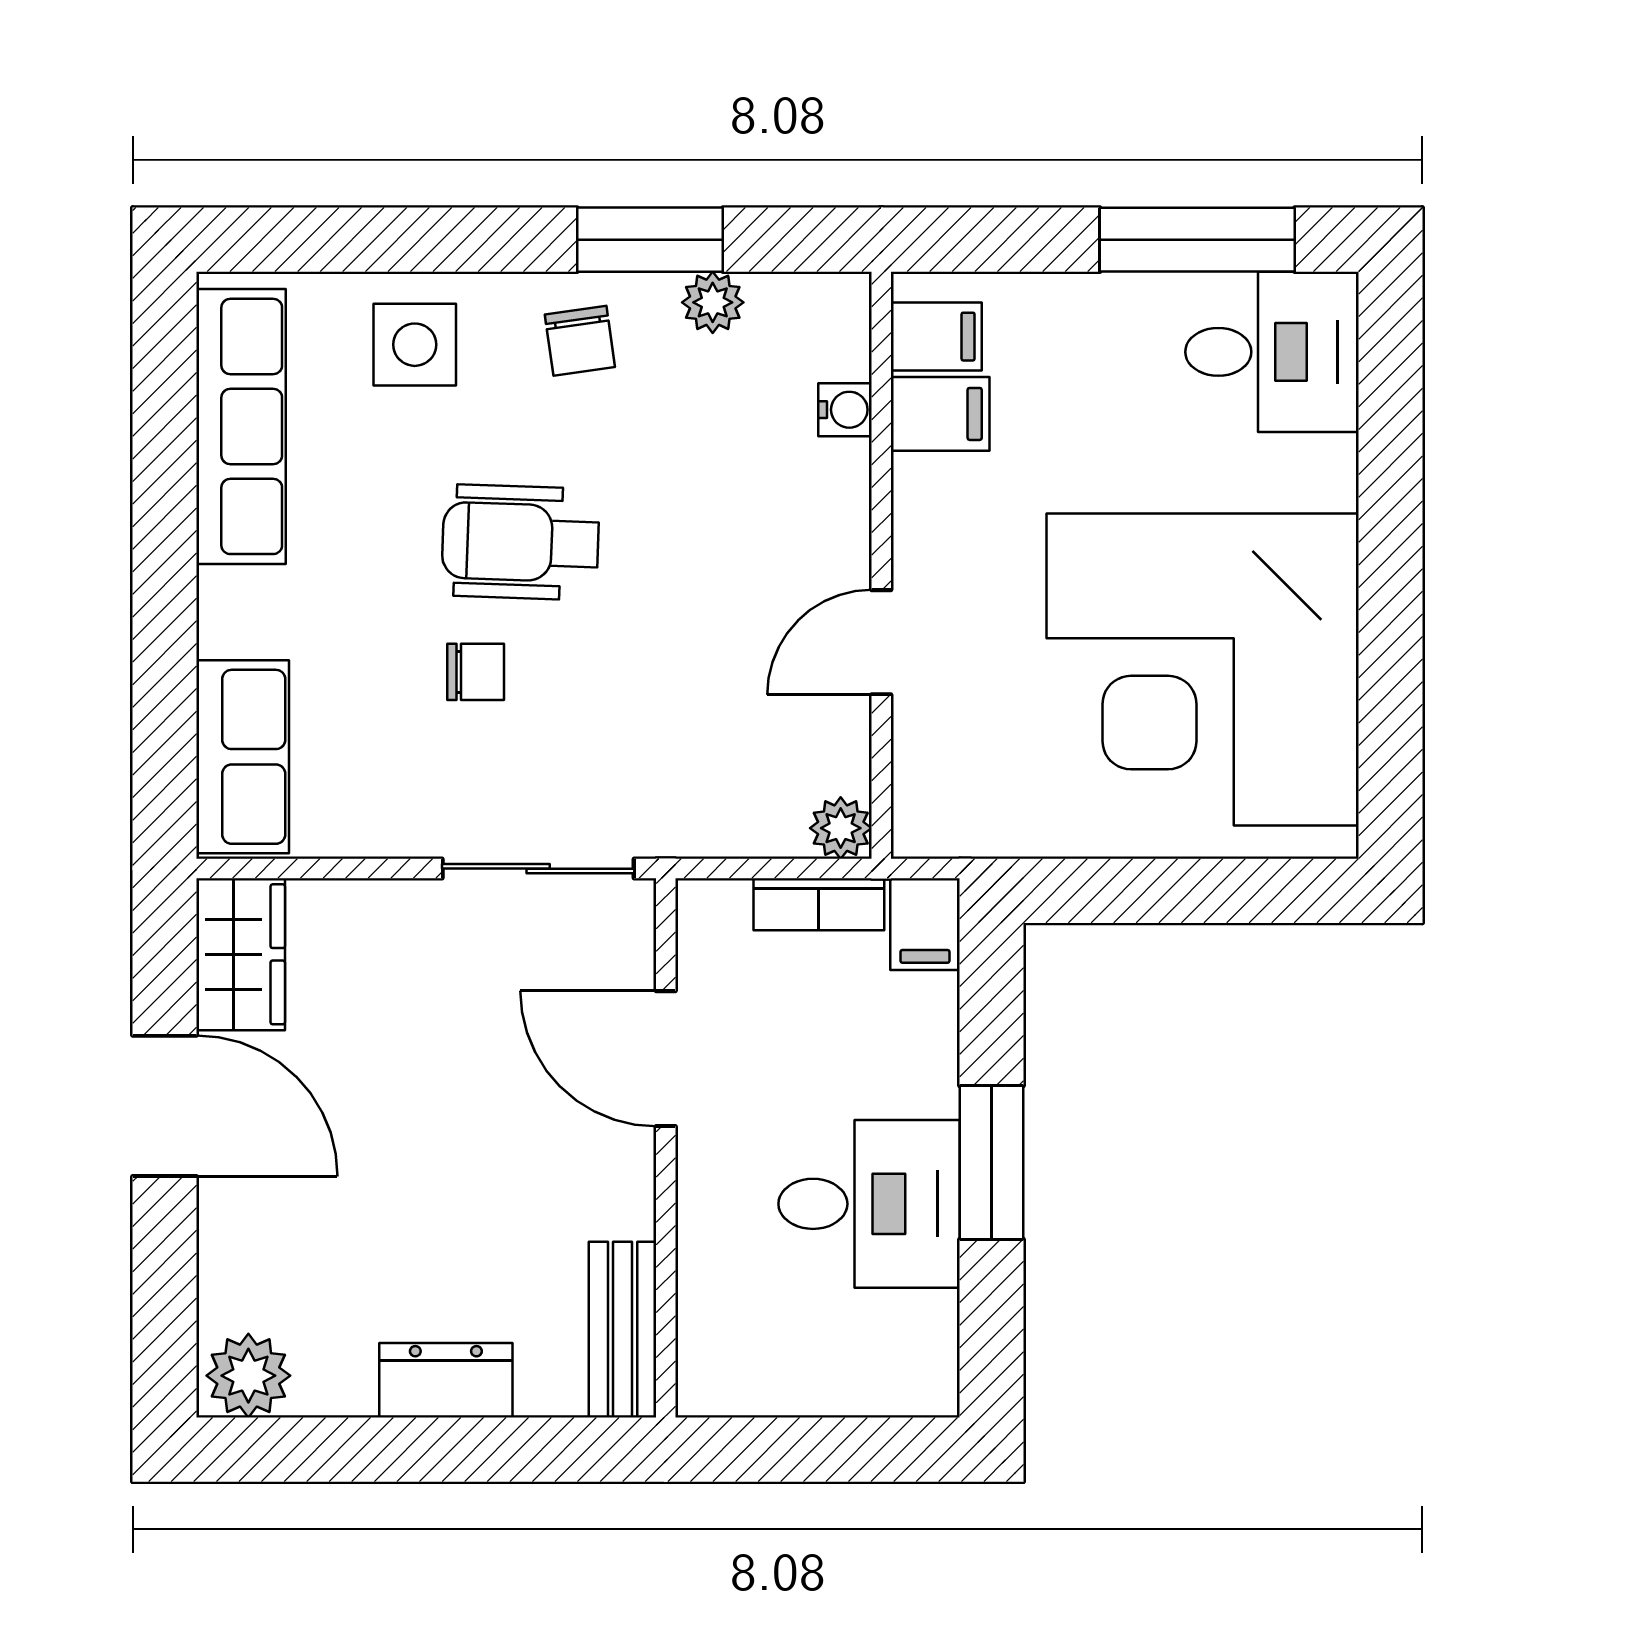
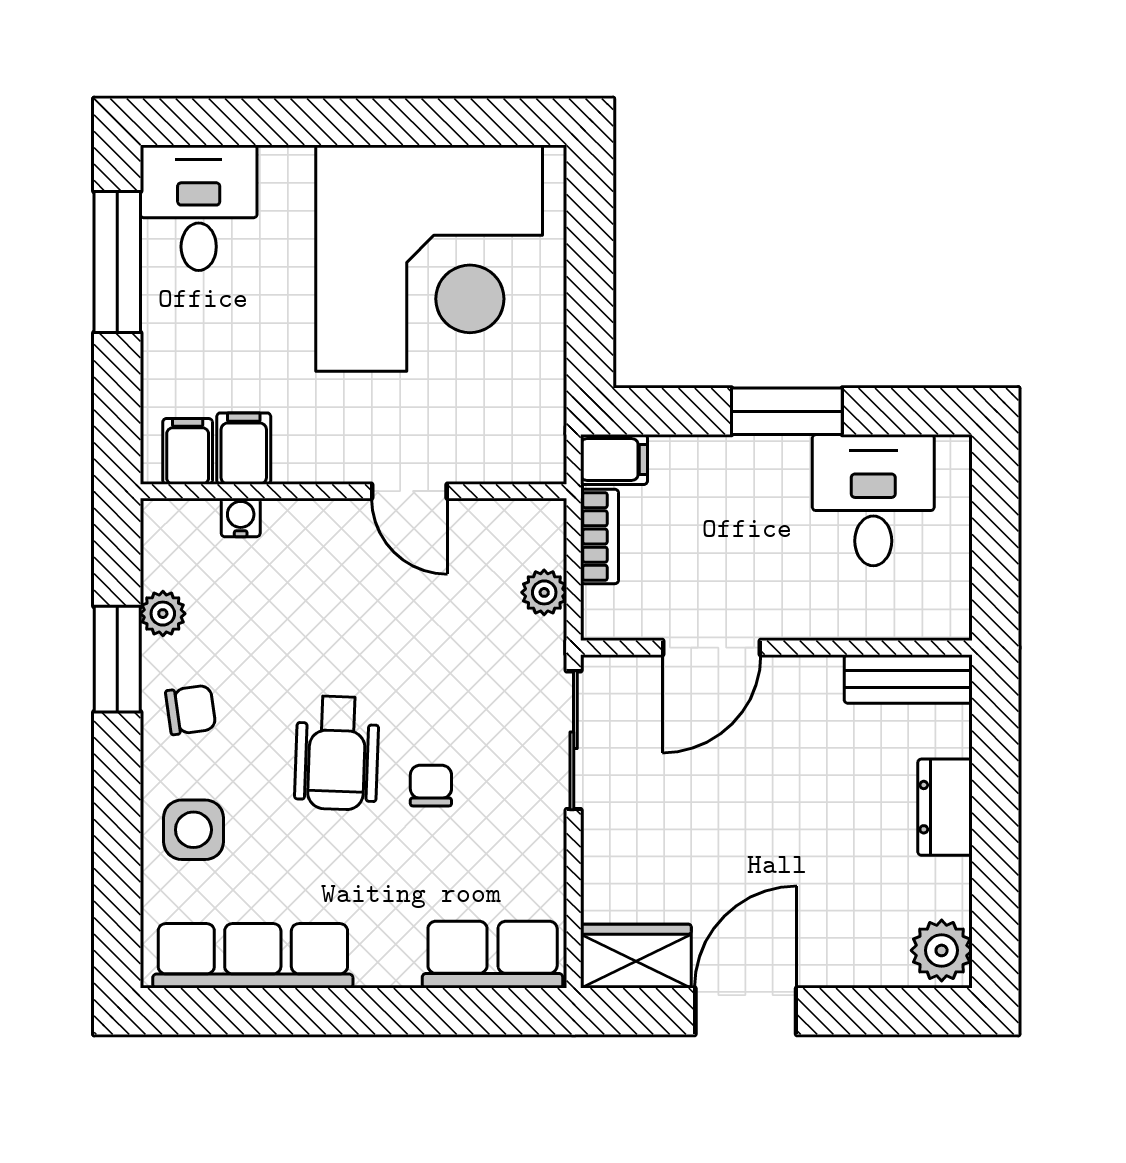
plant: (841, 828) -> (544, 592), moved
desk: (869, 1204) -> (873, 500), moved

